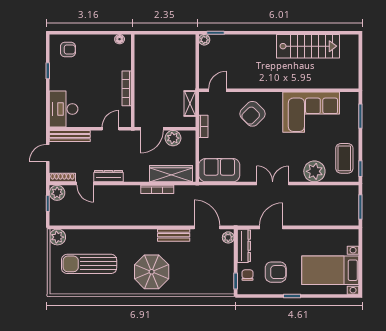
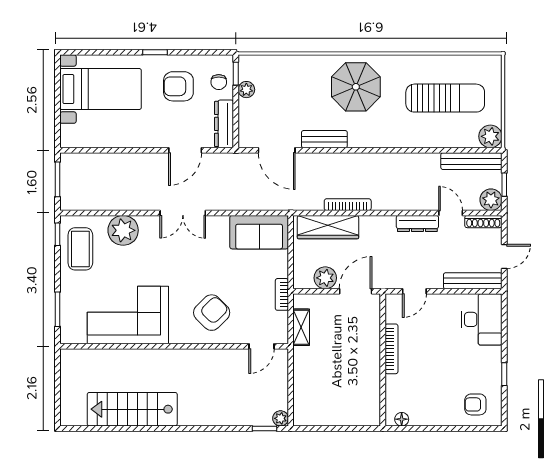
bench: (71, 220) -> (471, 161), added
plant: (228, 237) -> (246, 90), moved

